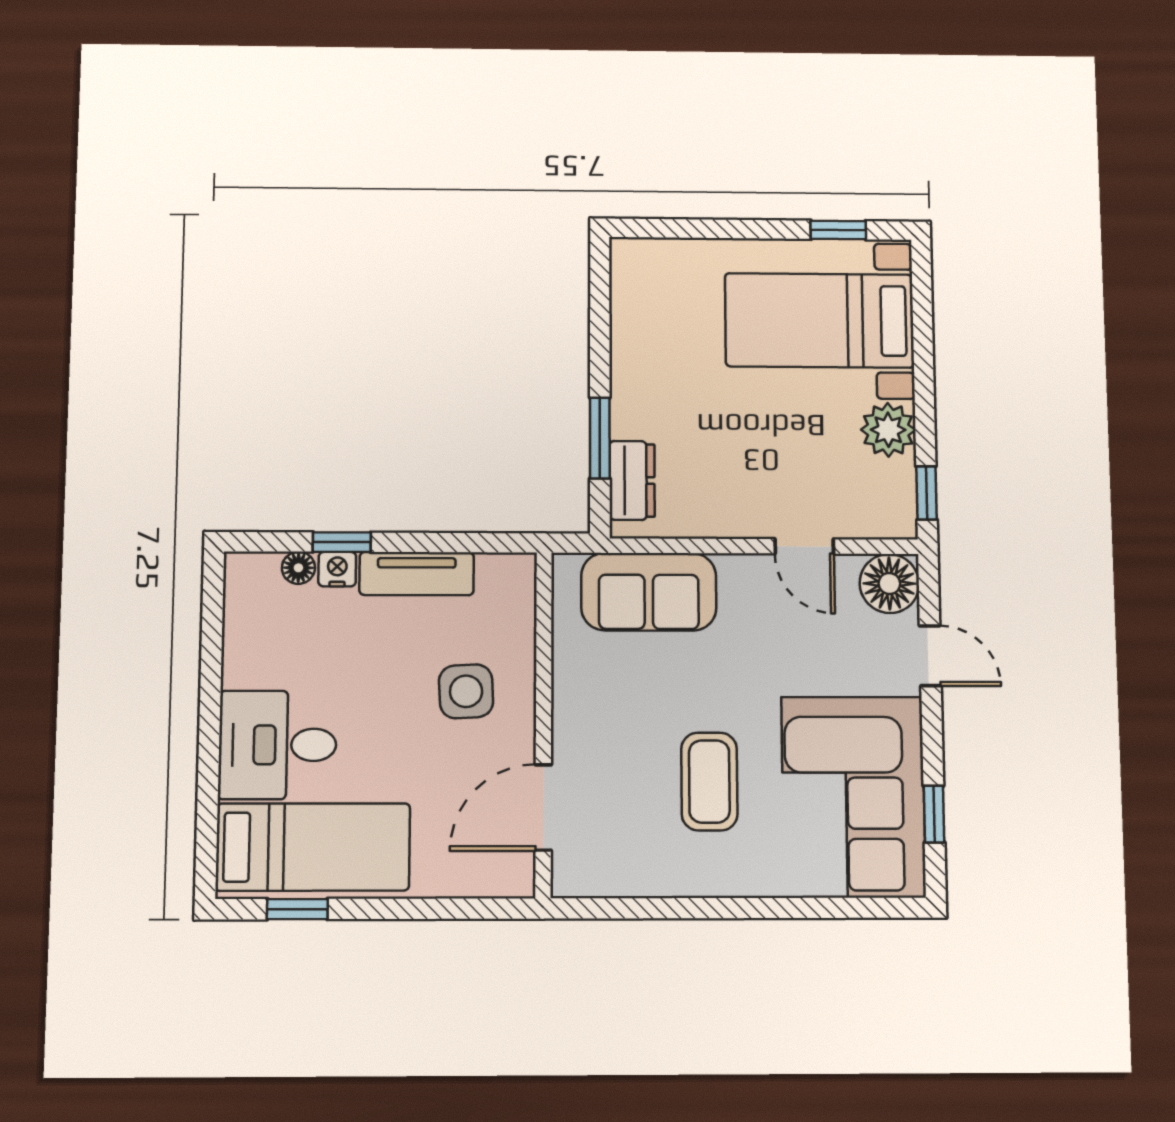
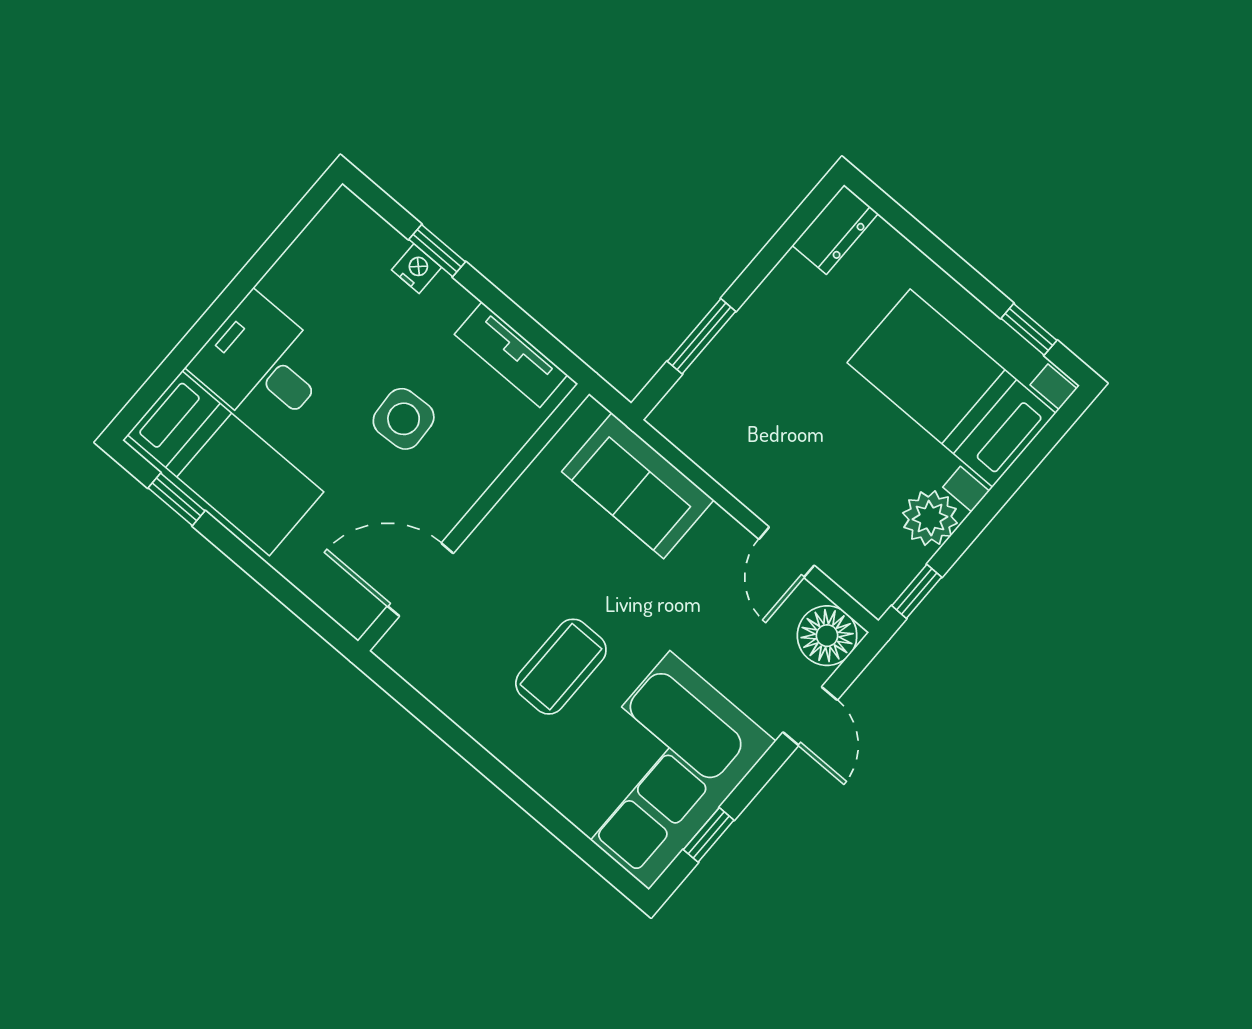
dresser: (632, 480) -> (835, 229), moved
floor lamp: (298, 568) -> (388, 243), removed
tv unit: (417, 574) -> (511, 355), moved
side table: (466, 691) -> (404, 419), moved

